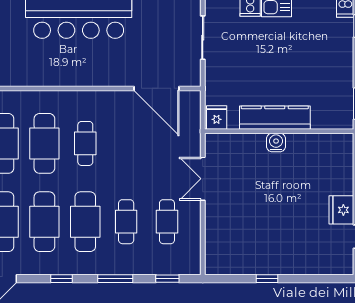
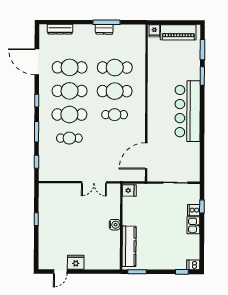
kitchen counter: (275, 118) -> (129, 246), moved
double door: (203, 179) -> (94, 182), swing flipped
cafe table: (167, 222) -> (69, 162), removed

